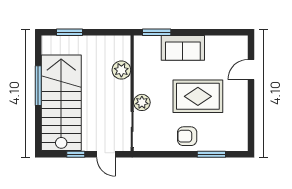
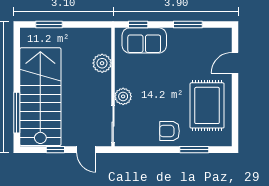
window: (157, 32) -> (138, 24), width x0.67
window: (205, 32) -> (188, 24), added
sofa: (183, 48) -> (144, 40), moved
window: (38, 86) -> (17, 113), moved
rug: (198, 96) -> (207, 105), moved, turned 90

